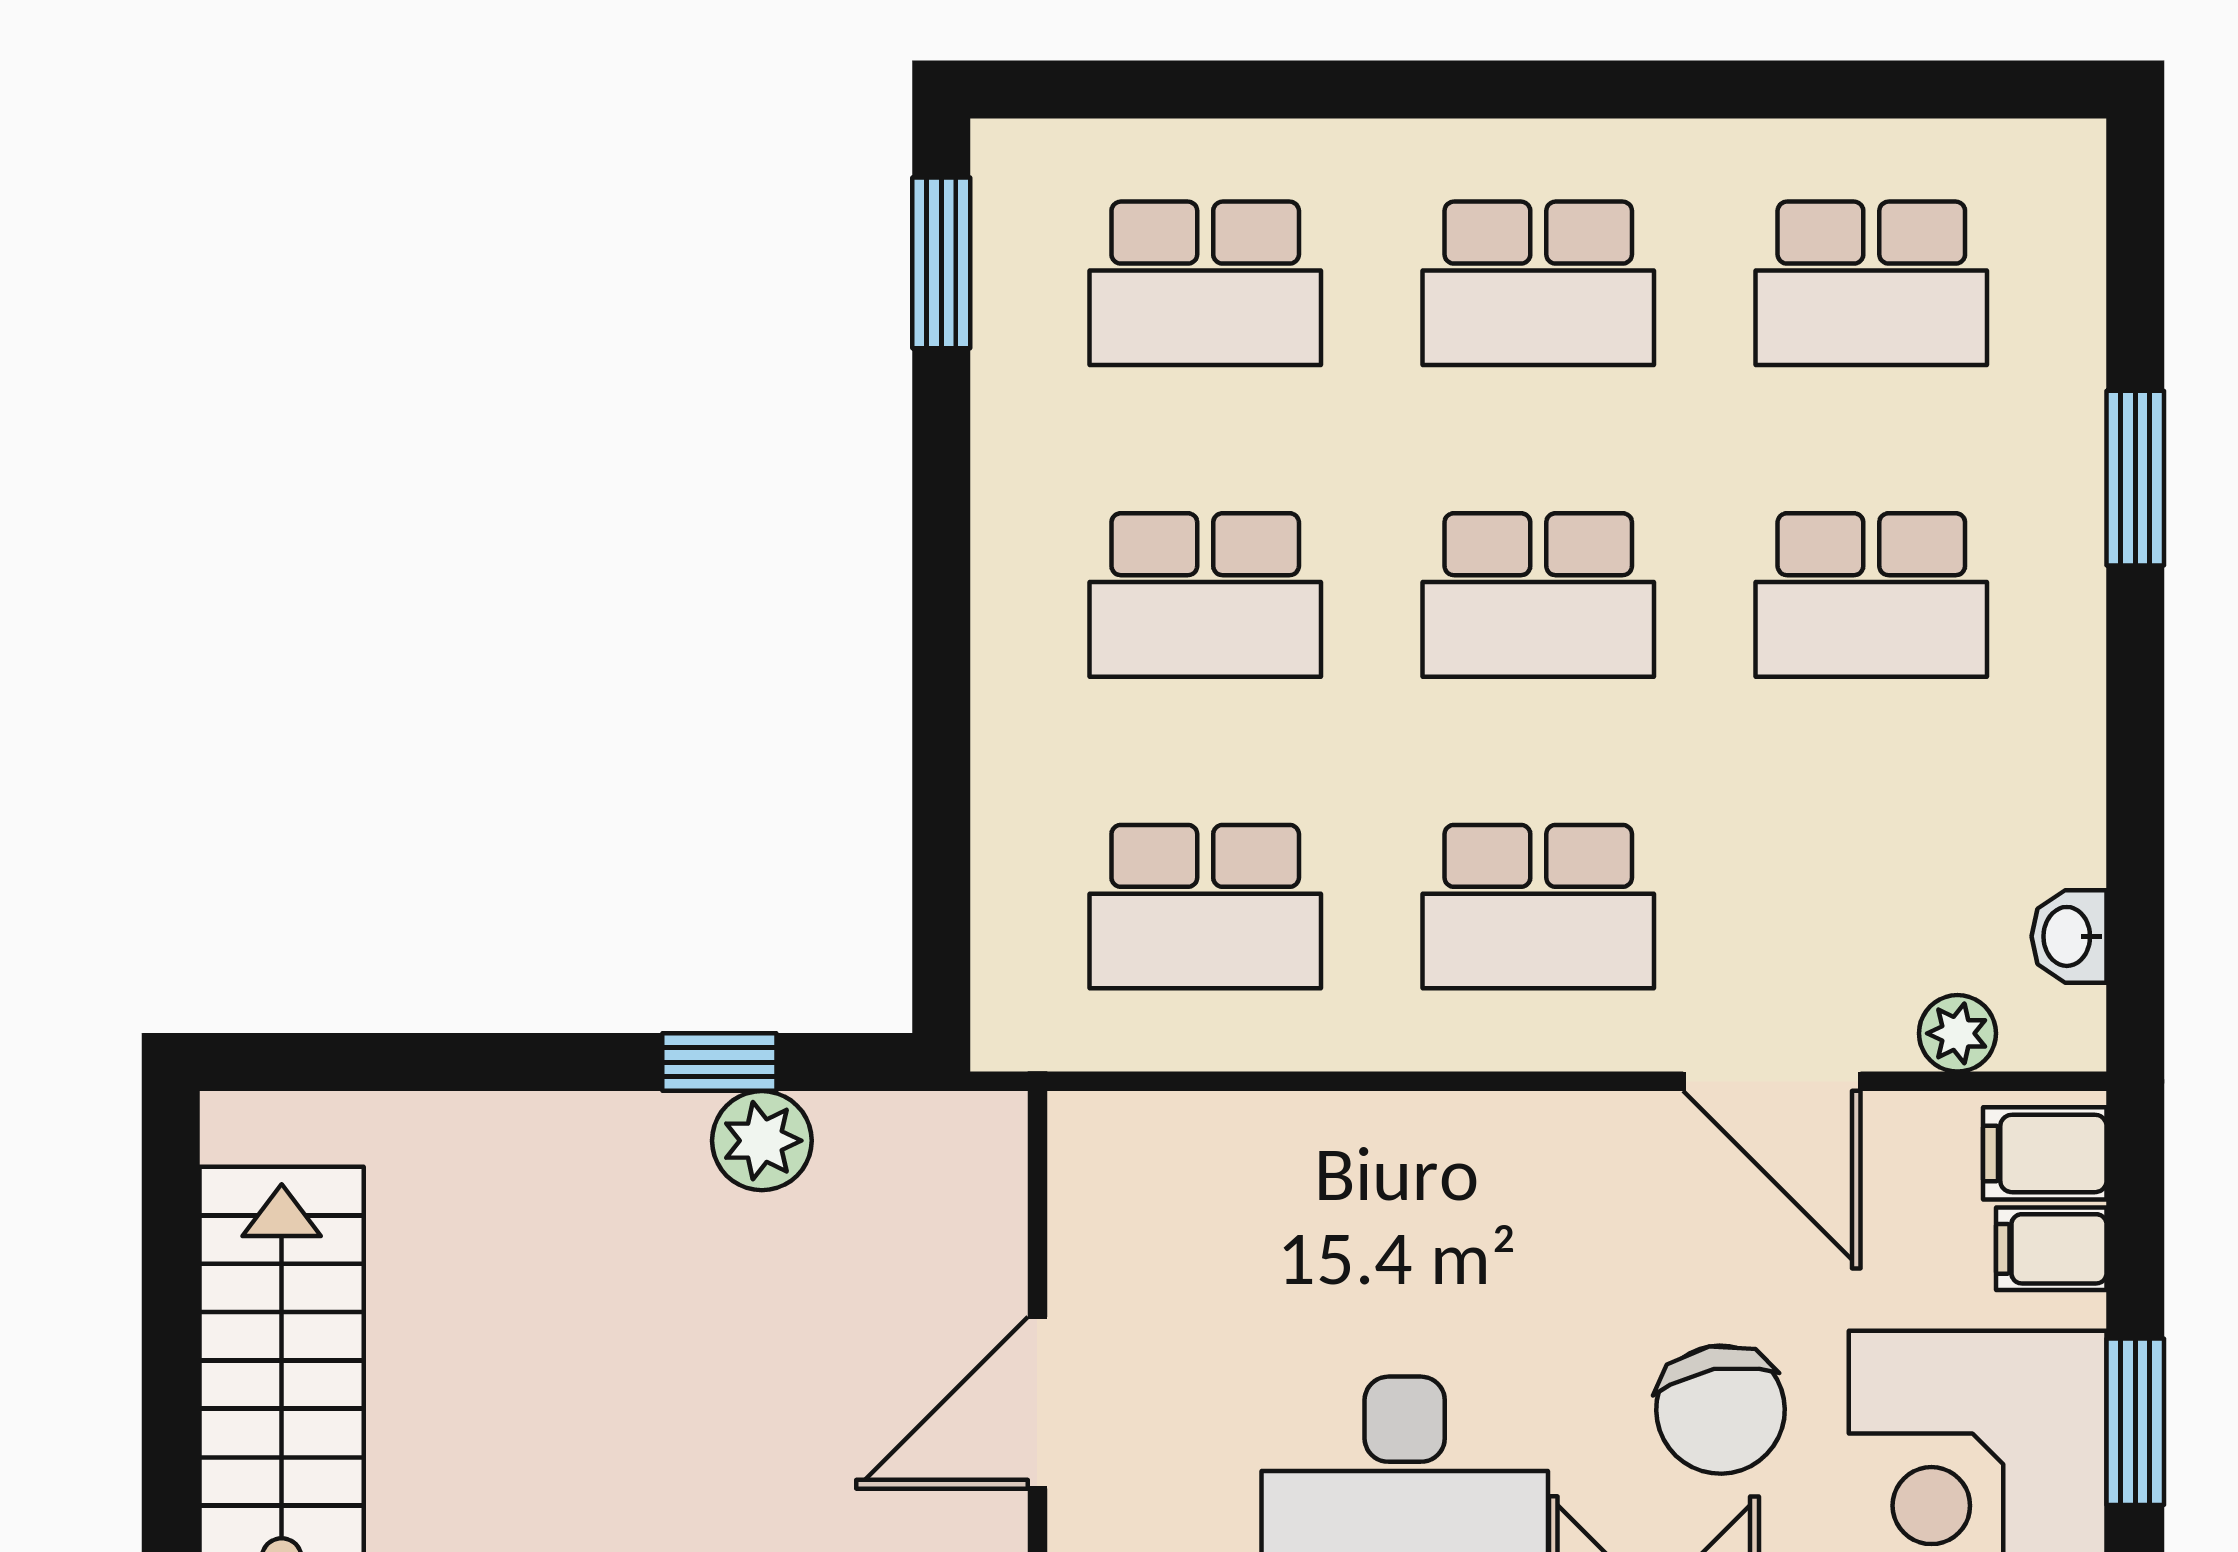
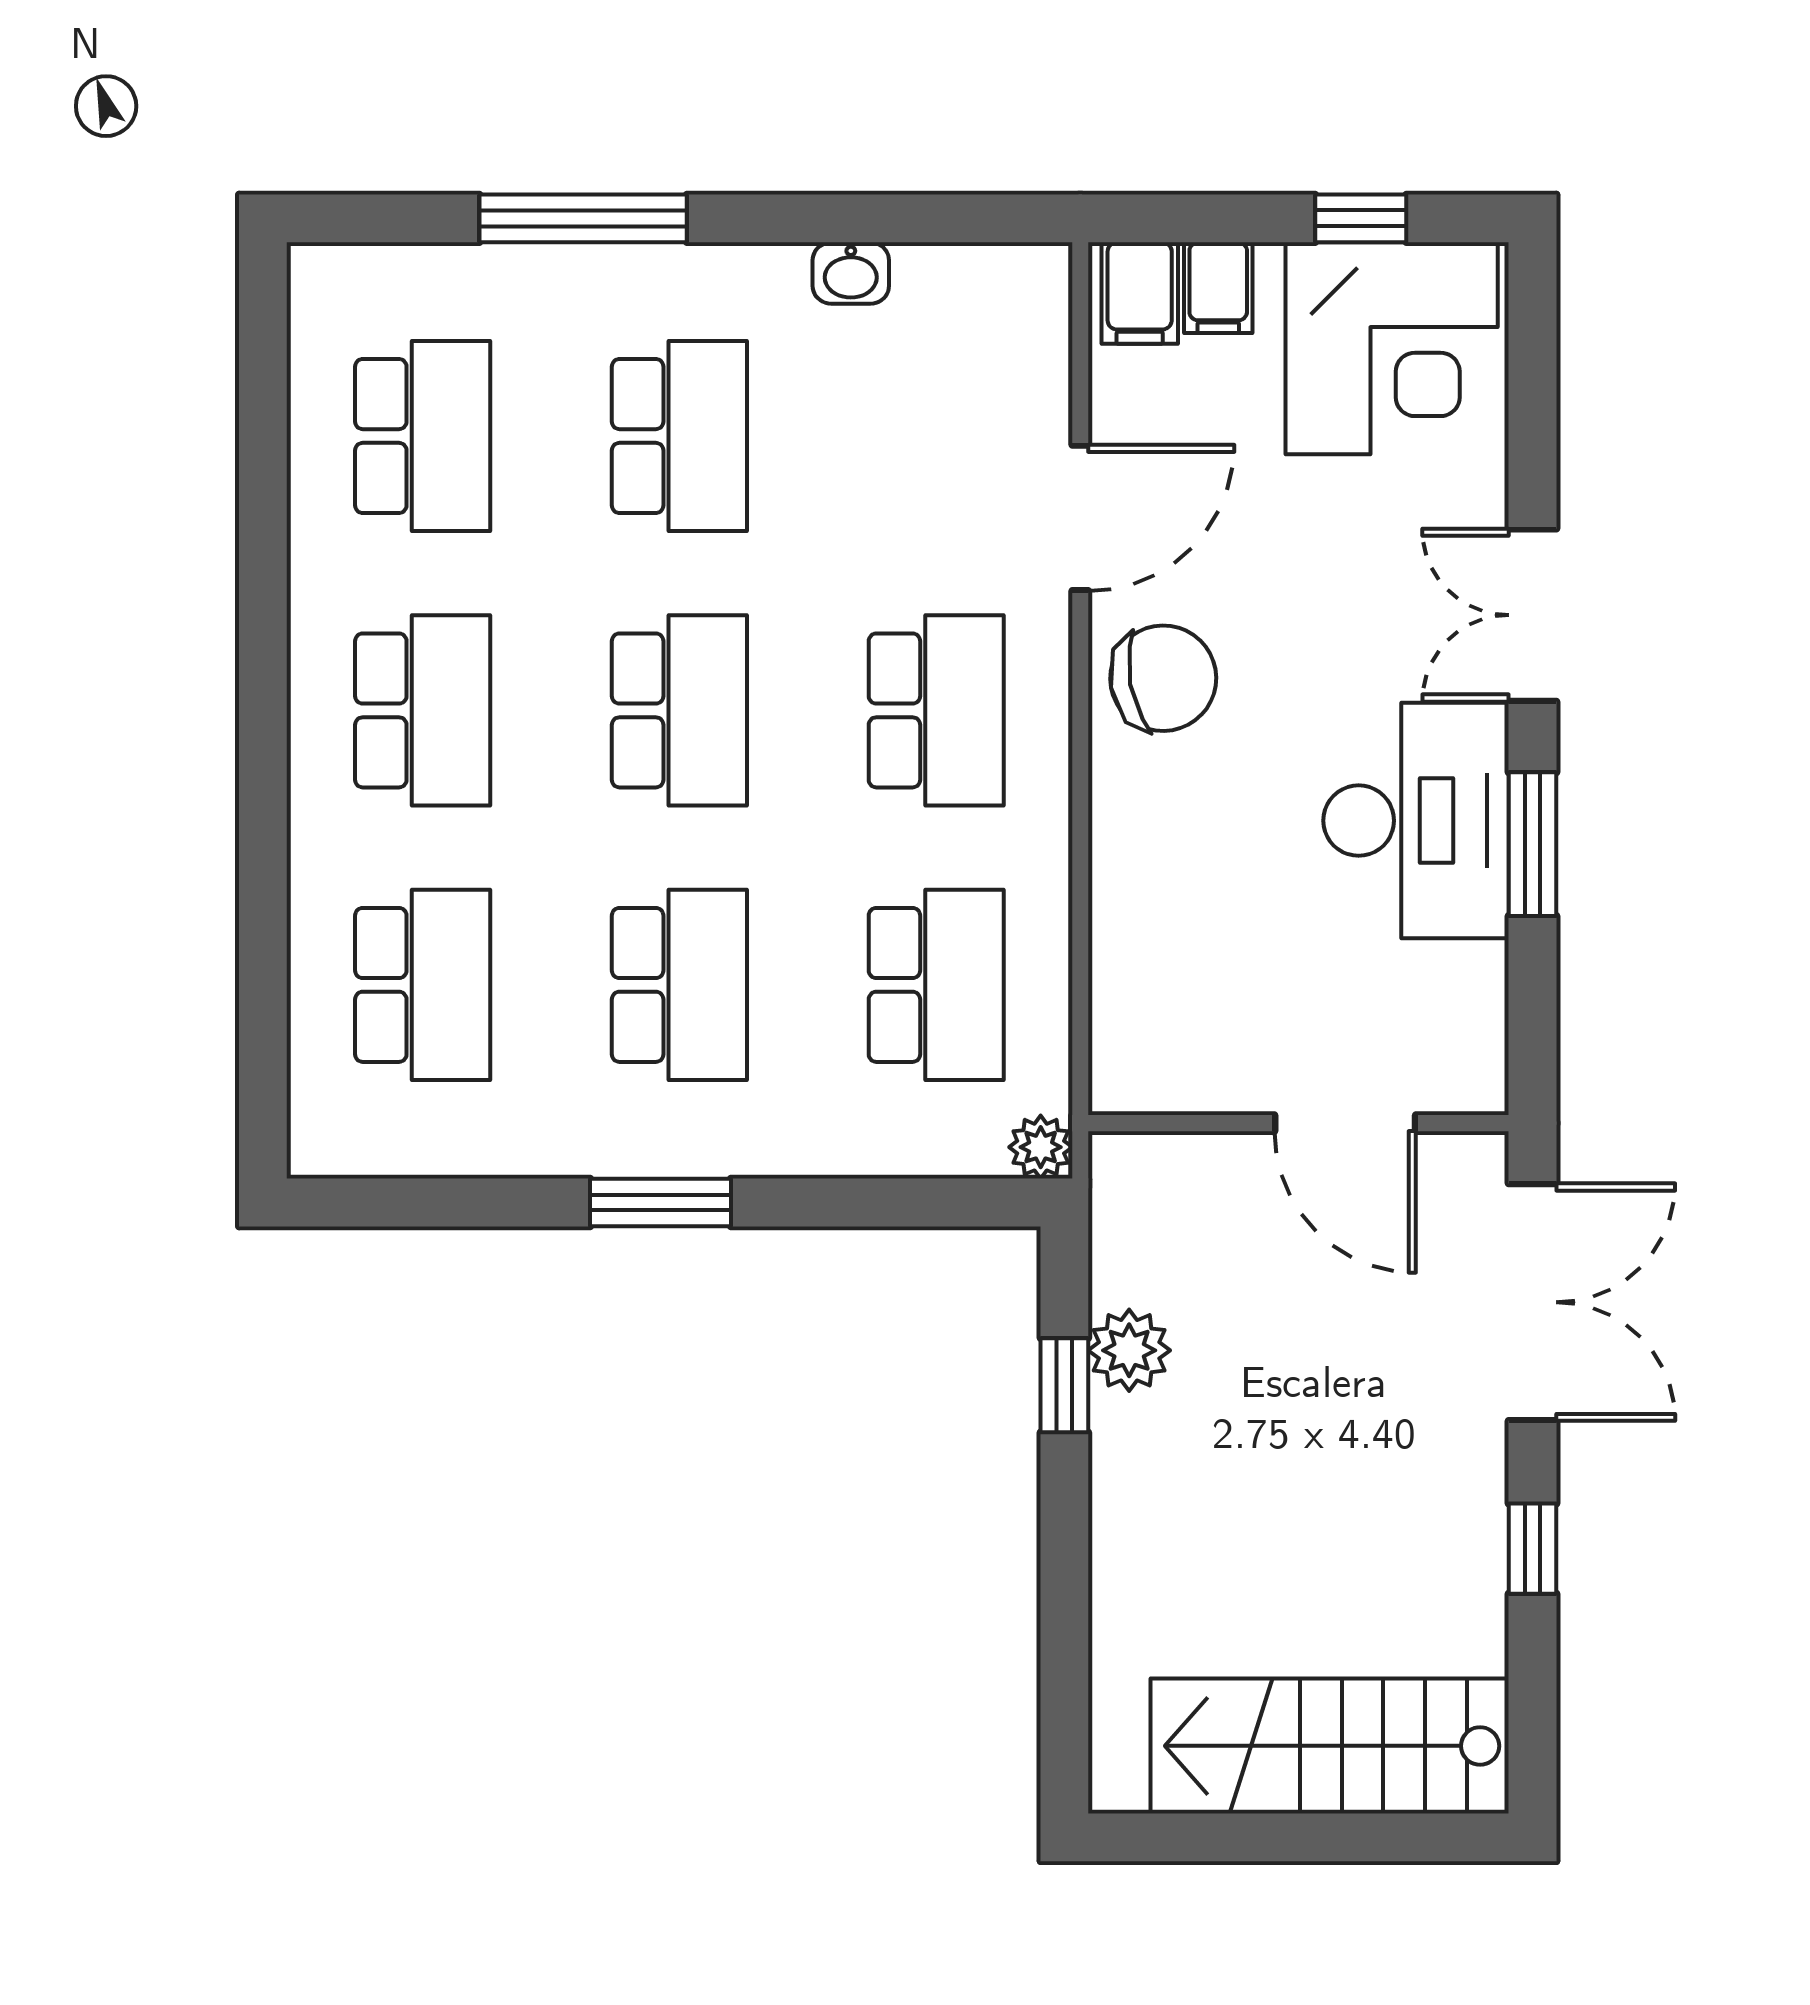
window: (941, 263) -> (660, 1202), moved
window: (2135, 478) -> (583, 218), width x1.44
washbasin: (2069, 936) -> (851, 273), moved
plant: (1957, 1033) -> (1041, 1147), moved
chair: (1721, 1410) -> (1163, 678), moved
window: (2135, 1422) -> (1361, 218), width x0.67

